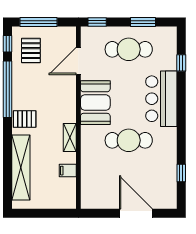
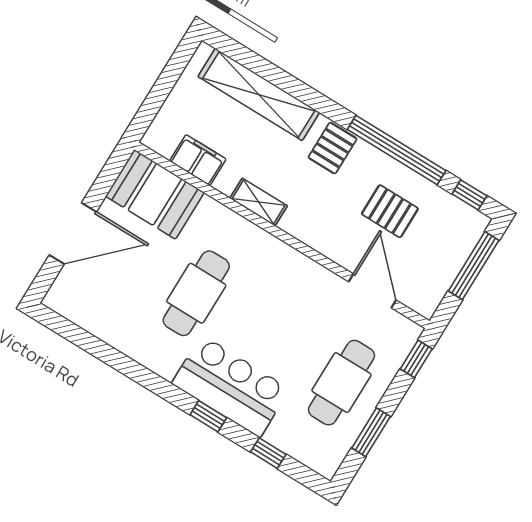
pallet: (31, 51) -> (390, 211), moved
booth: (95, 103) -> (155, 194), moved
filing cabinet: (68, 171) -> (198, 160), width x2.00
window: (181, 173) -> (208, 416), moved

